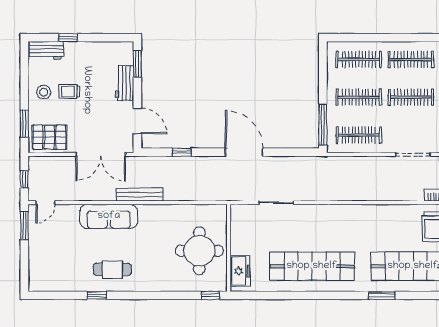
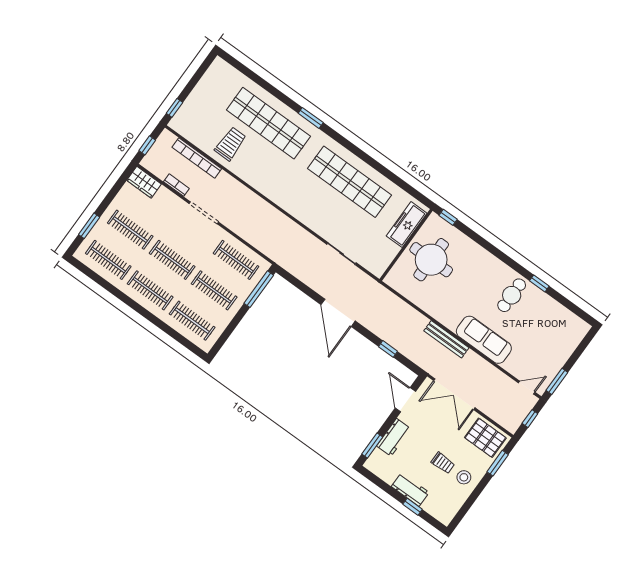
workbench: (46, 50) -> (410, 489), moved
double door: (101, 154) -> (454, 394), swing flipped
cafe table: (112, 269) -> (512, 295), turned 90
freezer: (240, 271) -> (407, 225), width x1.40

